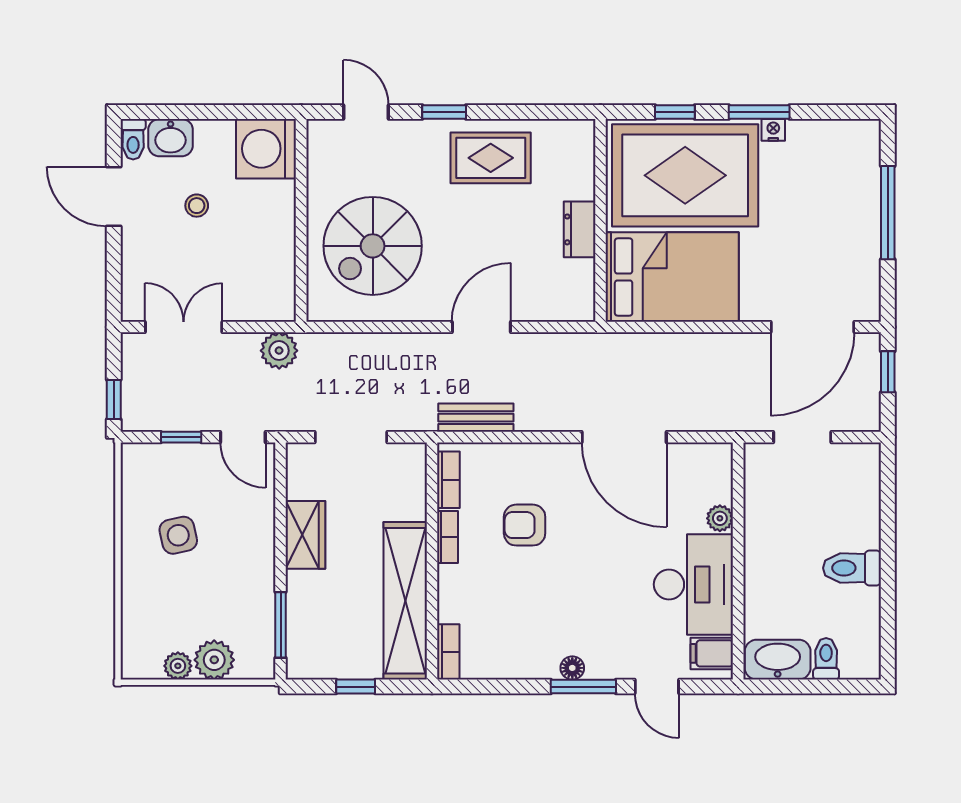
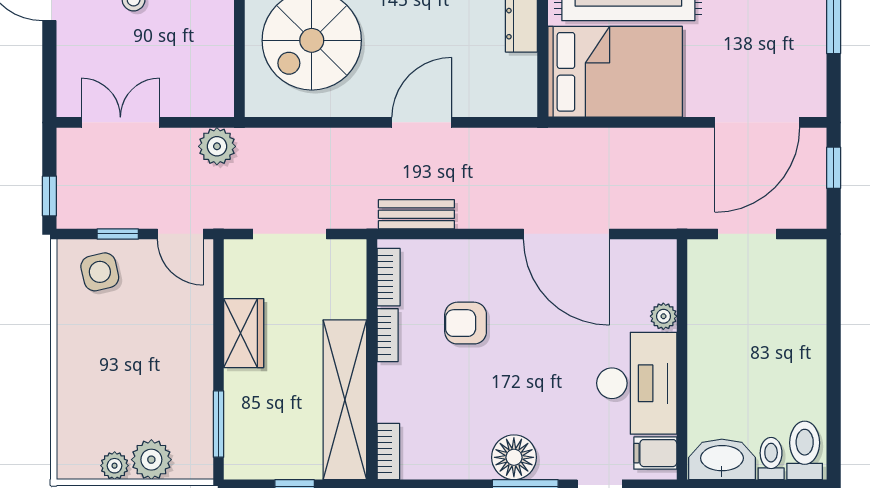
side table: (178, 535) -> (100, 272), moved
toilet: (852, 568) -> (805, 450), moved, turned 90
floor lamp: (572, 668) -> (514, 457), width x1.89, depth x1.89

